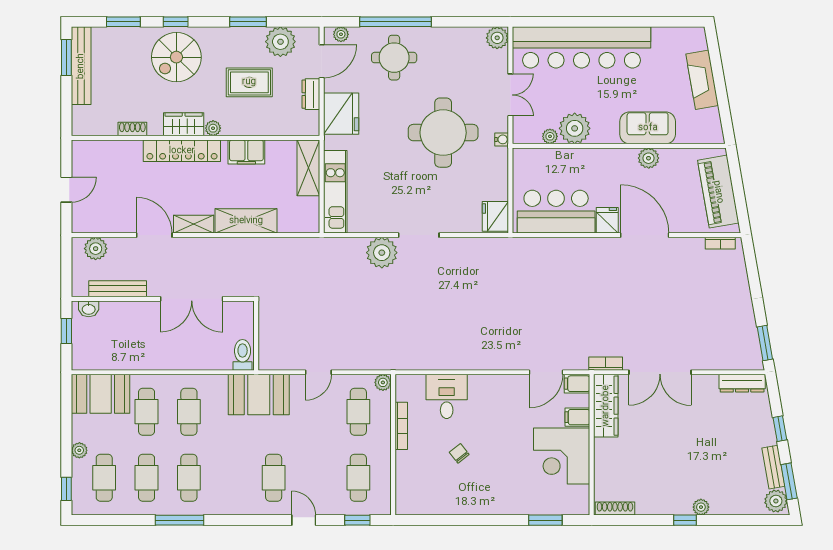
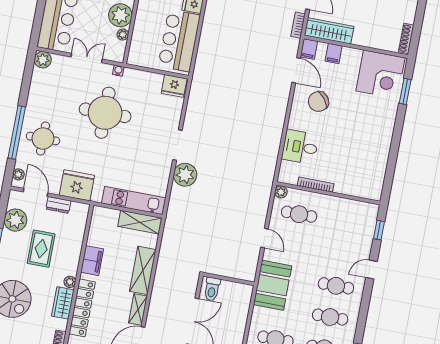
shelving: (308, 168) -> (140, 222), moved
toilet: (243, 355) -> (212, 289), moved, turned -90
chair: (459, 453) -> (318, 102), moved, width x1.87, depth x1.87
corner desk: (562, 456) -> (381, 74), moved
cafe table: (358, 478) -> (330, 317), moved

